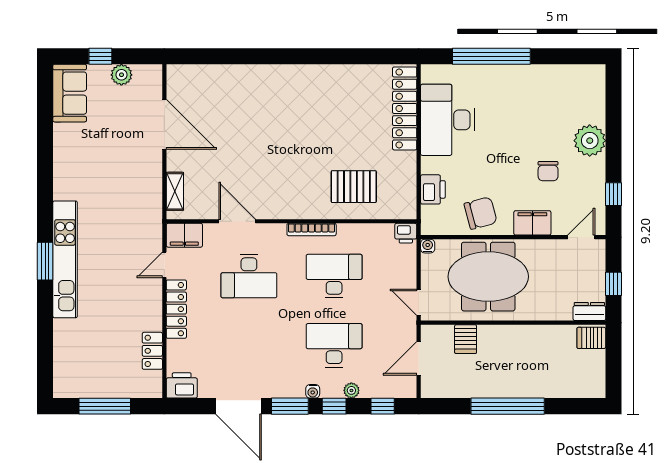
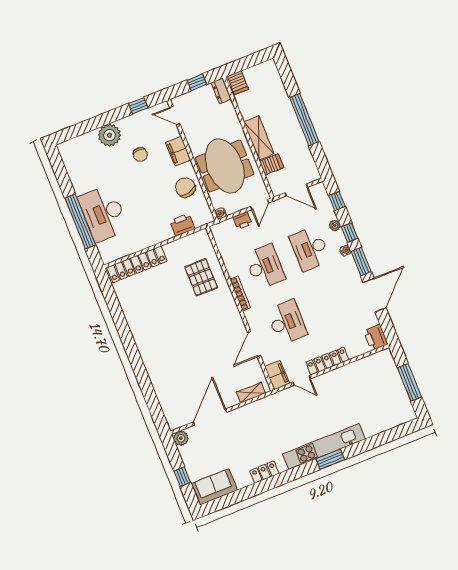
plant: (121, 75) -> (181, 438), moved
desk: (447, 120) -> (103, 214), moved, turned 90
chair: (548, 171) -> (140, 154), turned 90
printer: (406, 233) -> (243, 220), moved, turned 90
desk: (334, 276) -> (265, 267), turned 180
shelving: (507, 336) -> (259, 138), added
locker: (152, 351) -> (264, 472), moved, turned 180

